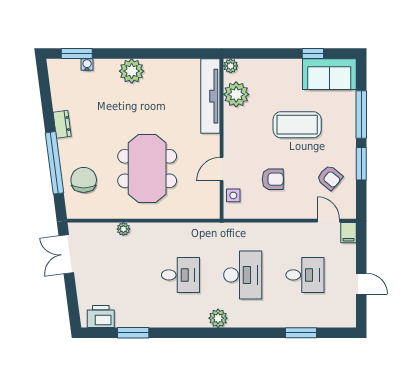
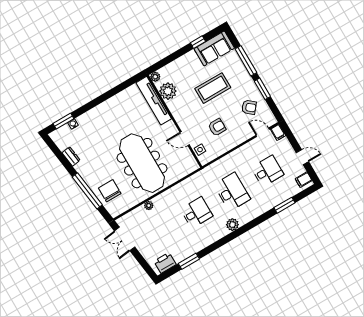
plant: (132, 71) -> (101, 113), removed
dresser: (62, 124) -> (71, 156), moved
meeting table: (147, 169) -> (142, 163), width x1.36
door: (222, 169) -> (185, 139), hinge flipped
filing cabinet: (346, 314) -> (304, 180), added

